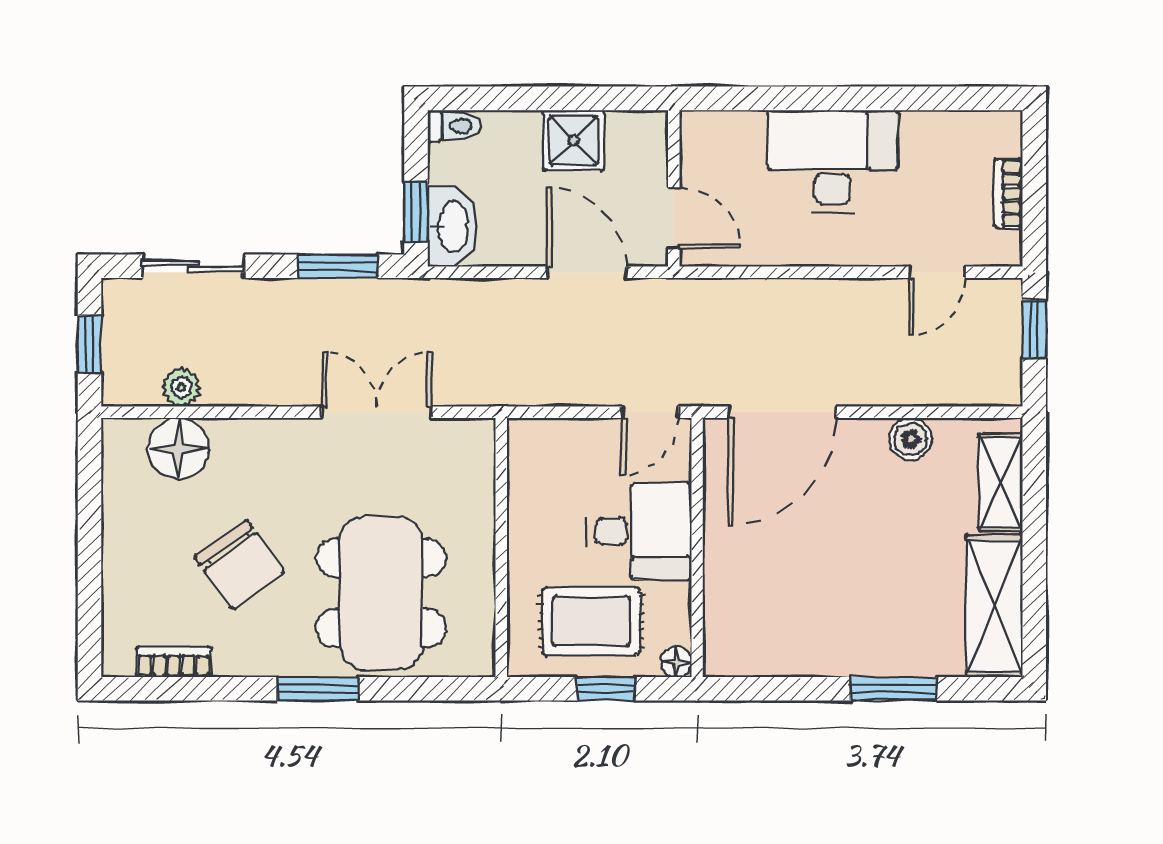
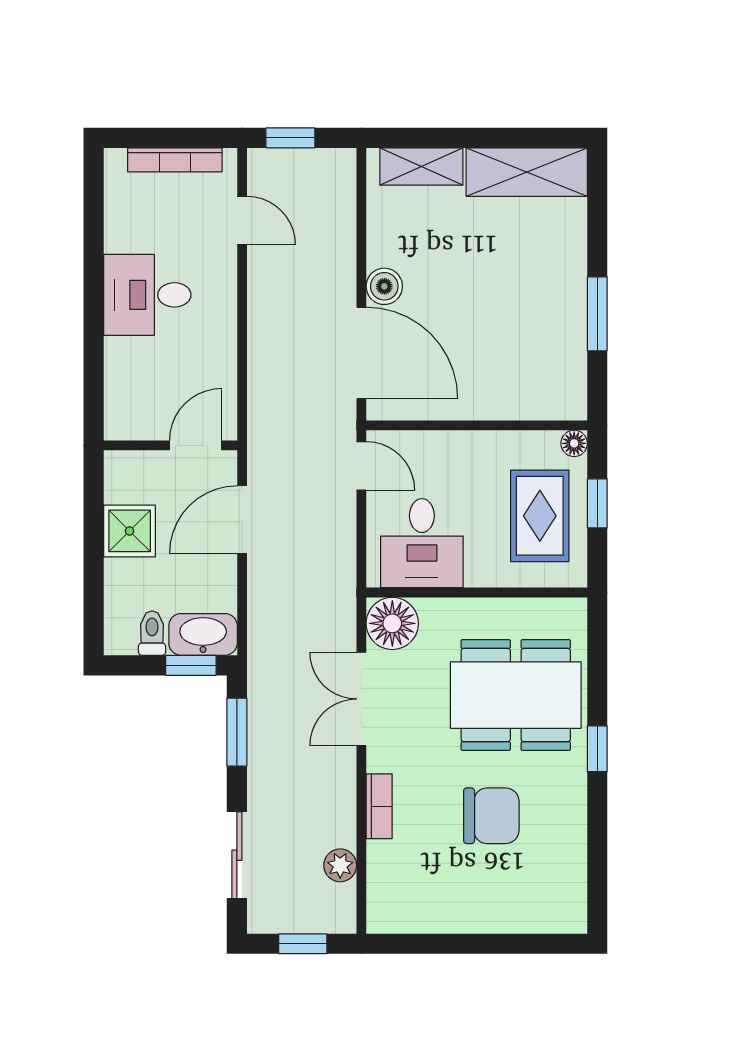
toilet: (454, 126) -> (152, 633), moved
desk: (833, 161) -> (147, 295), width x0.73
bookcase: (1008, 194) -> (175, 160), width x1.56
boiler: (911, 439) -> (384, 286), moved
floor lamp: (179, 448) -> (392, 623), moved
desk: (639, 531) -> (422, 543), moved, turned 180
chair: (240, 565) -> (491, 816), turned 36
bookcase: (174, 662) -> (379, 806), moved, turned 180
window: (318, 689) -> (597, 749), width x0.67
window: (893, 689) -> (597, 314), moved

